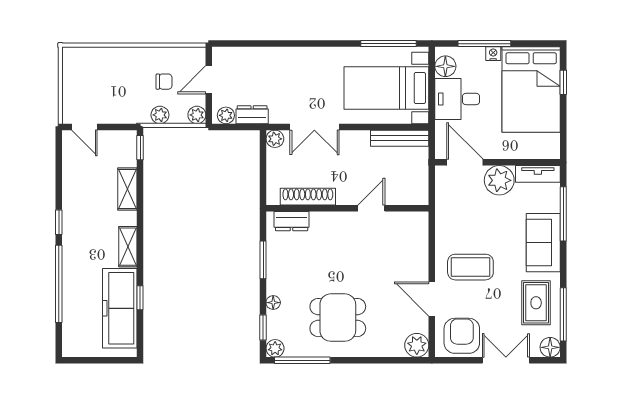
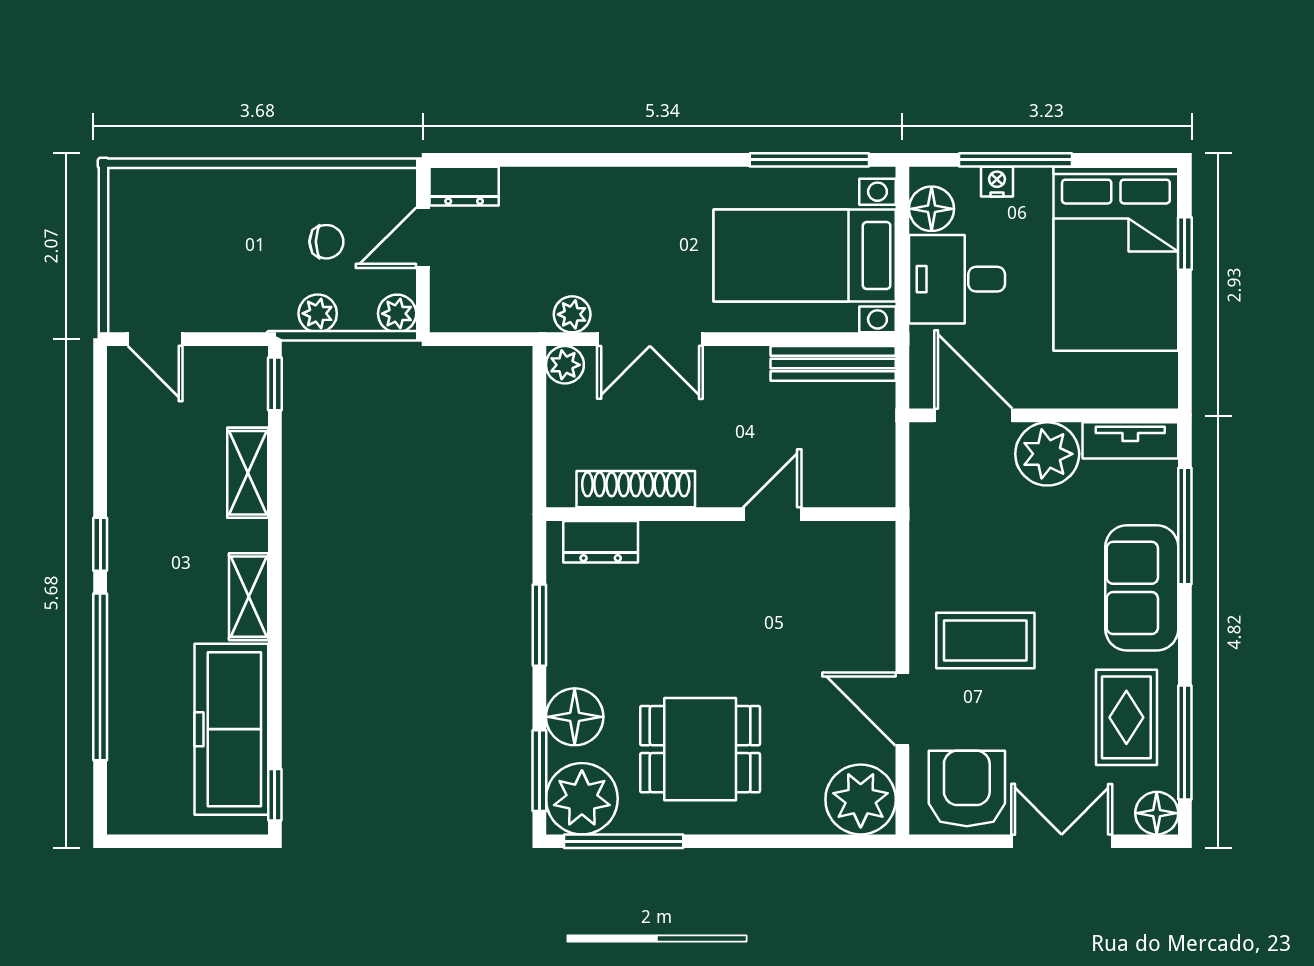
nightstand: (493, 54) -> (997, 182), moved
plant: (226, 115) -> (572, 314), moved
dresser: (252, 115) -> (464, 186), moved, turned 180
window: (140, 298) -> (275, 795), moved
floor lamp: (273, 303) -> (575, 717), width x1.89, depth x1.89
window: (263, 328) -> (539, 771), width x1.50
plant: (417, 345) -> (861, 799), width x1.36, depth x1.36
plant: (275, 348) -> (582, 799), width x1.88, depth x1.88

